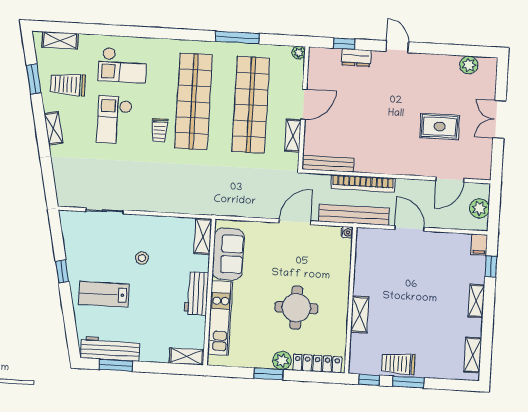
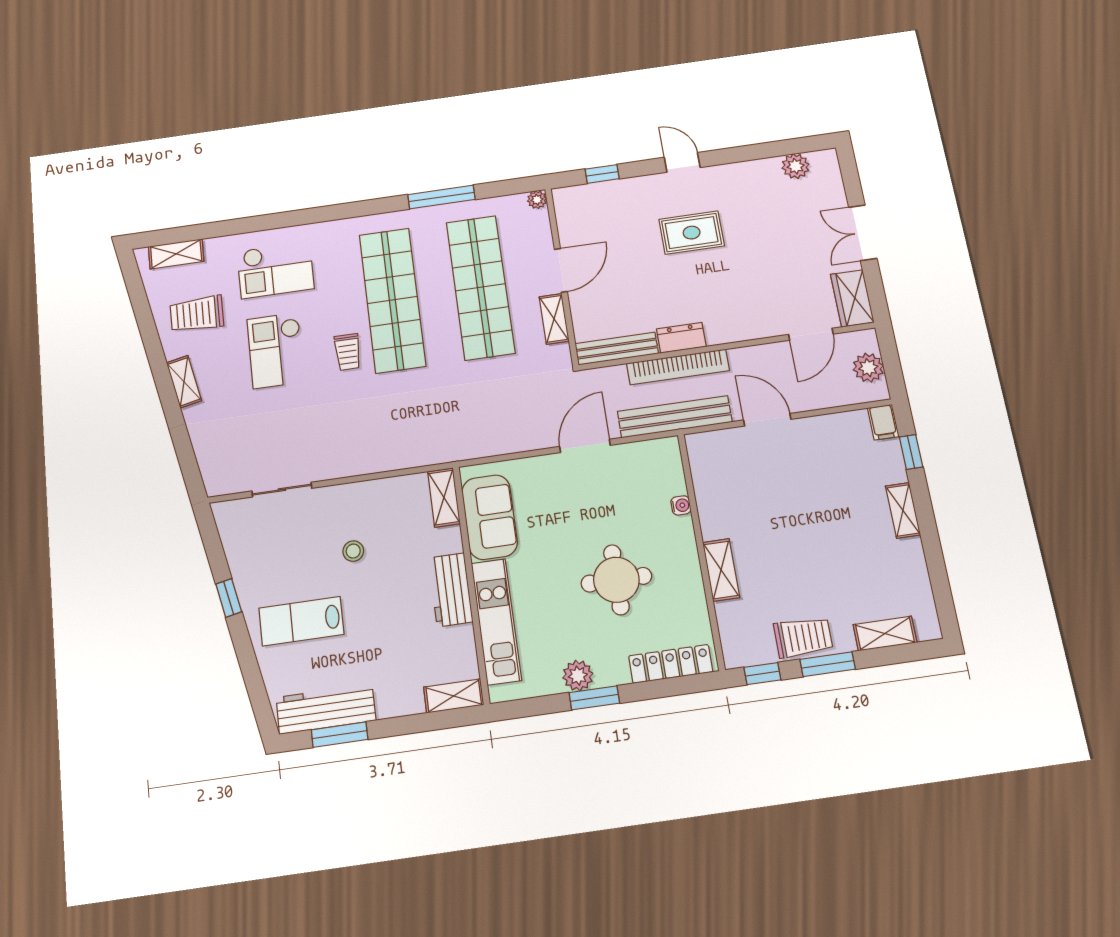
dresser: (356, 58) -> (681, 338), moved, turned 180
window: (34, 79) -> (144, 316), removed
rug: (440, 126) -> (692, 233), moved
wardrobe: (481, 162) -> (852, 298), added
water cooler: (347, 232) -> (681, 505), moved
shelving: (473, 355) -> (885, 633), moved, turned 90
plant: (282, 360) -> (578, 676), moved
trolley: (398, 364) -> (803, 637), turned 180

